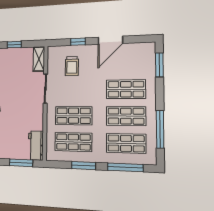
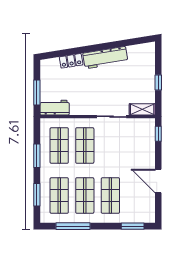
window: (78, 42) -> (158, 134), moved
trolley: (72, 66) -> (134, 143), removed
window: (125, 167) -> (37, 195), width x0.69

